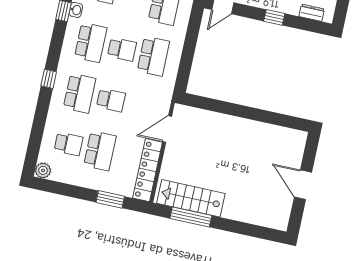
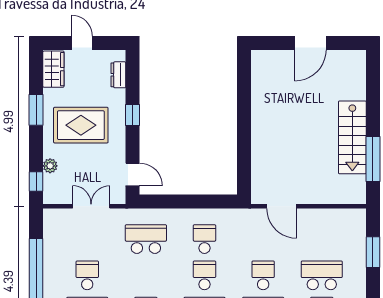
school desk: (153, 56) -> (204, 239), width x0.54
locker: (148, 170) -> (332, 218), removed
stairs: (191, 198) -> (352, 137), moved

